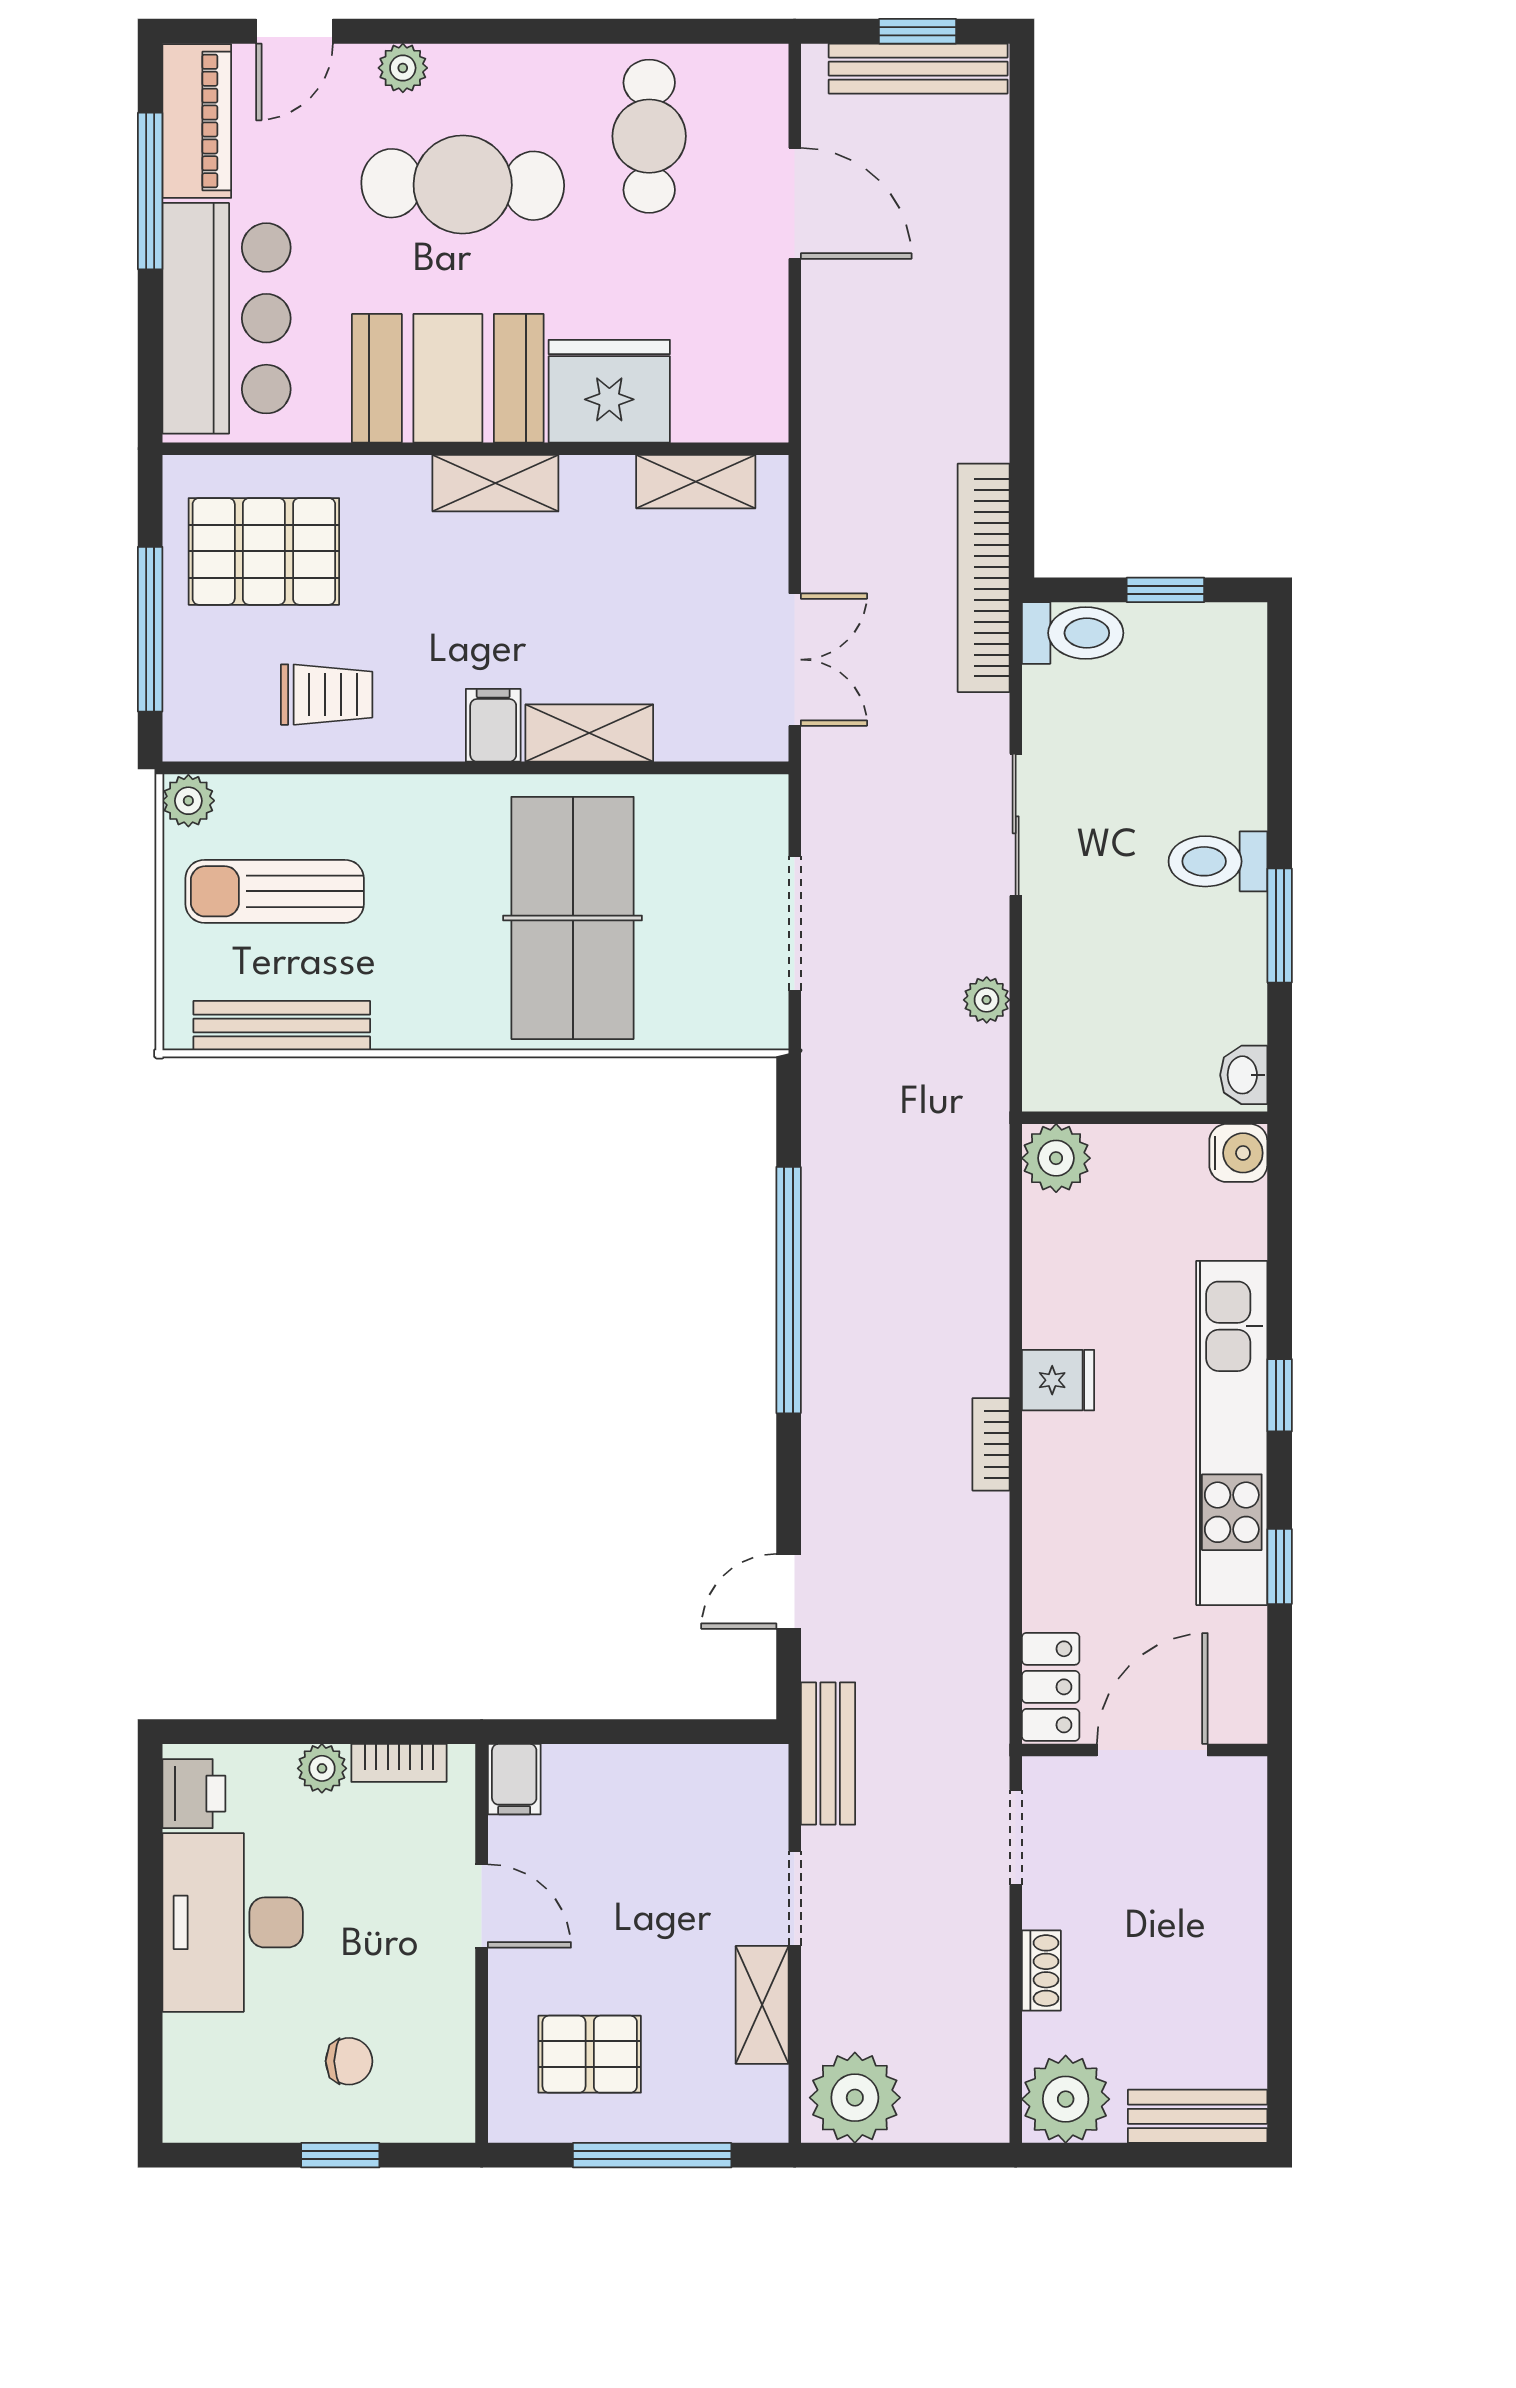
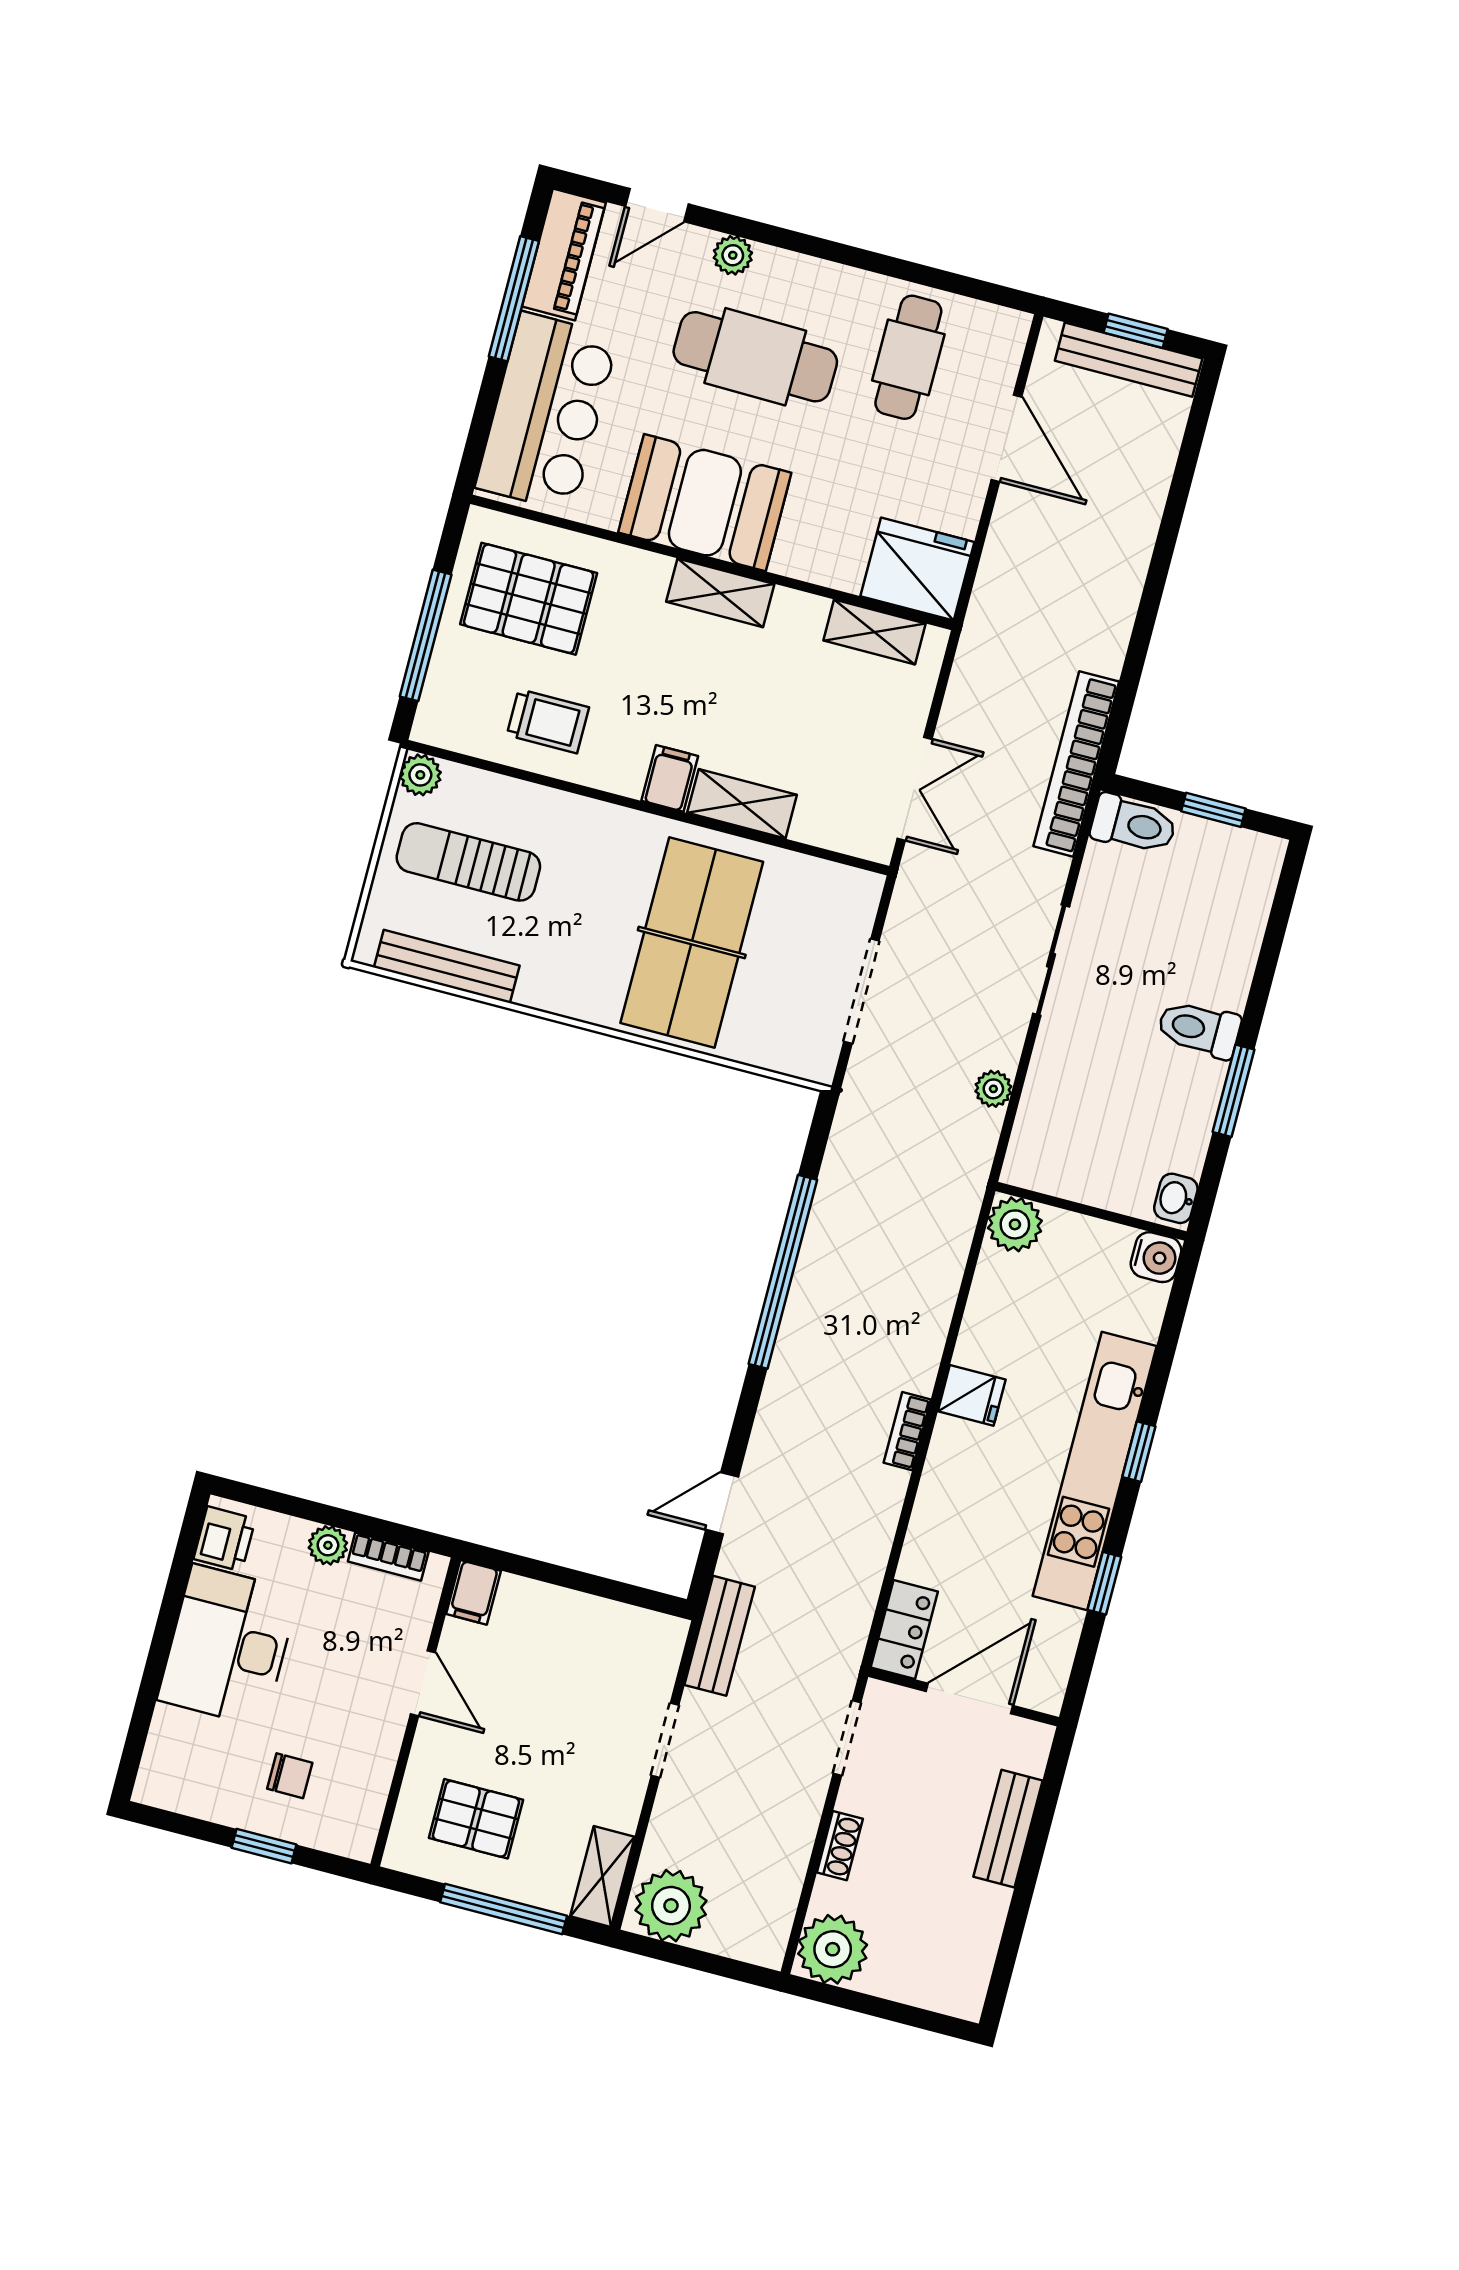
fridge: (609, 391) -> (917, 569), moved
shelving: (762, 2005) -> (602, 1876), moved
bench: (1198, 2116) -> (1008, 1829), moved, turned 90

